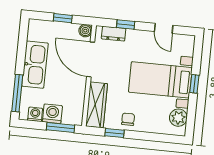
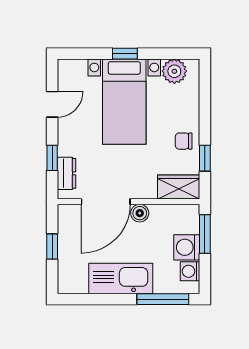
boiler: (85, 31) -> (140, 213), moved
wardrobe: (97, 105) -> (179, 187), width x0.67

